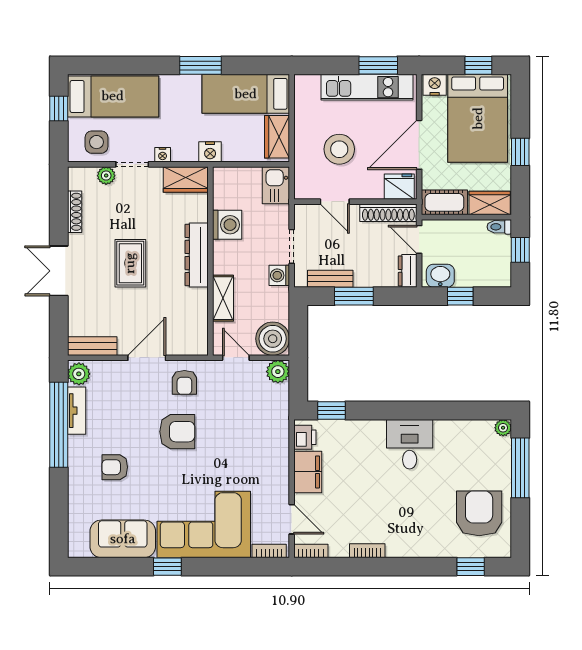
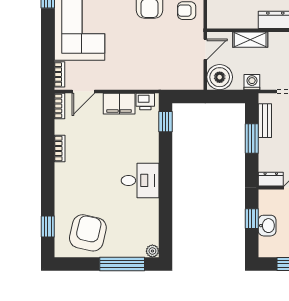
washing machine: (279, 275) -> (252, 82), moved
washbasin: (440, 276) -> (267, 226), moved
plant: (278, 372) -> (195, 81), removed
armchair: (479, 513) -> (88, 233), turned -77

